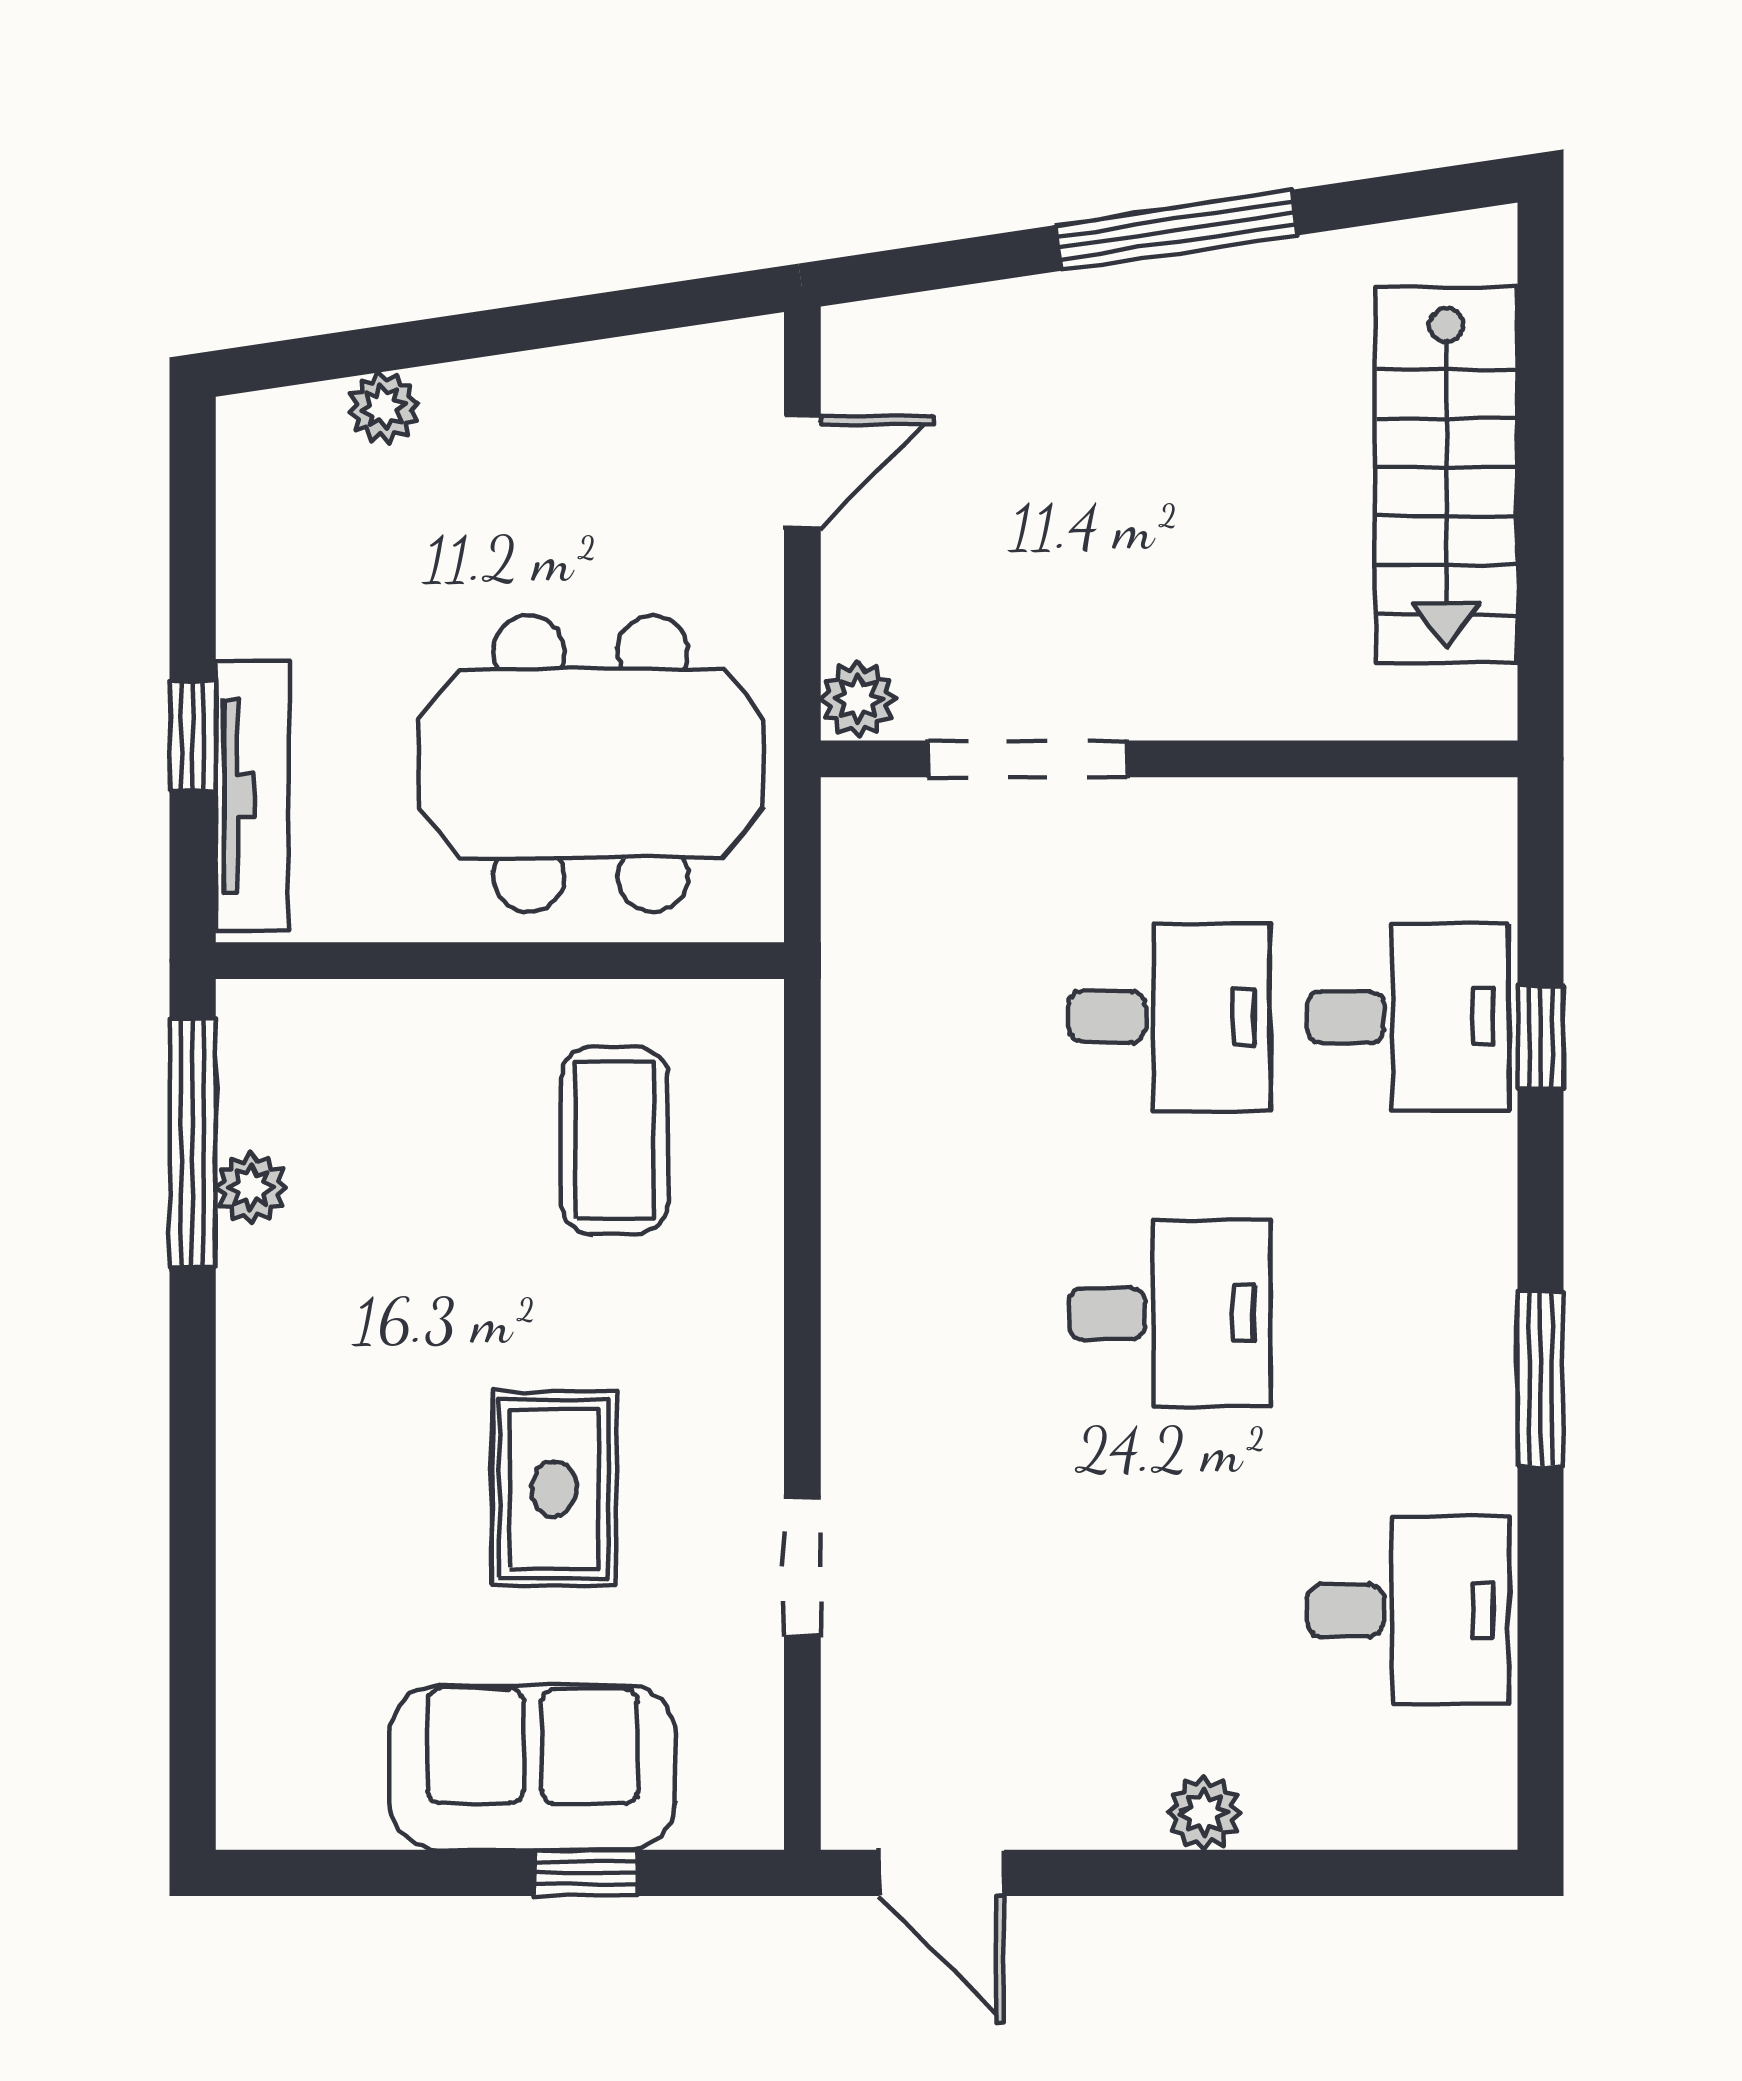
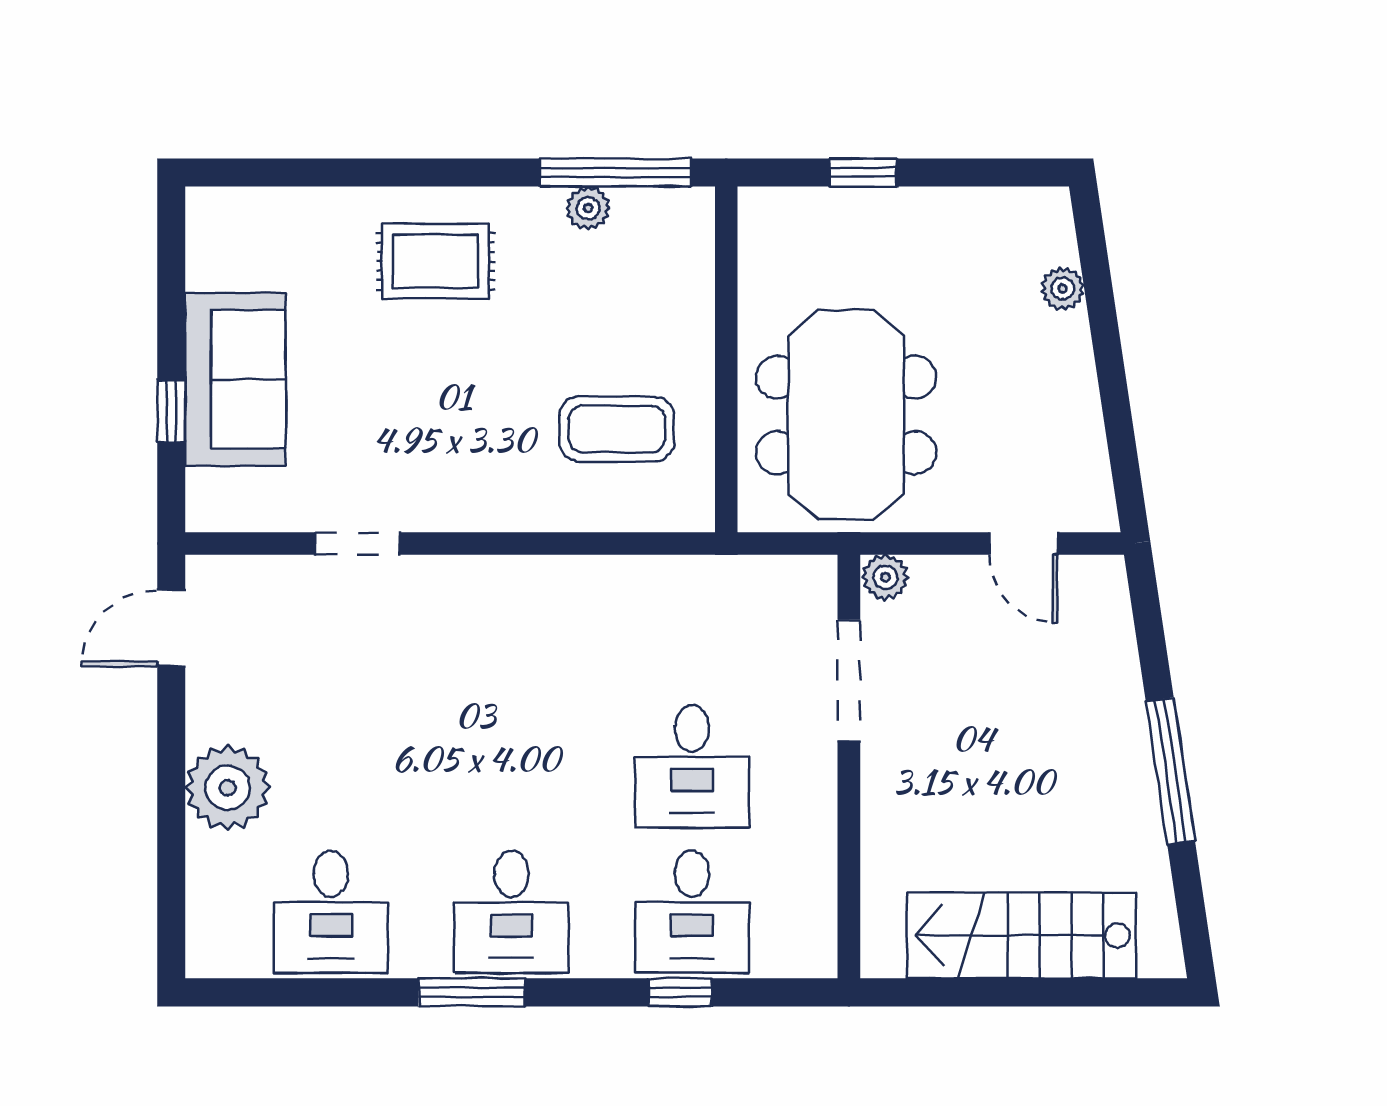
tv unit: (252, 796) -> (826, 209), removed
desk: (1169, 1314) -> (511, 912), moved
rug: (554, 1489) -> (435, 261), moved
plant: (1204, 1813) -> (228, 788), width x1.88, depth x1.88

